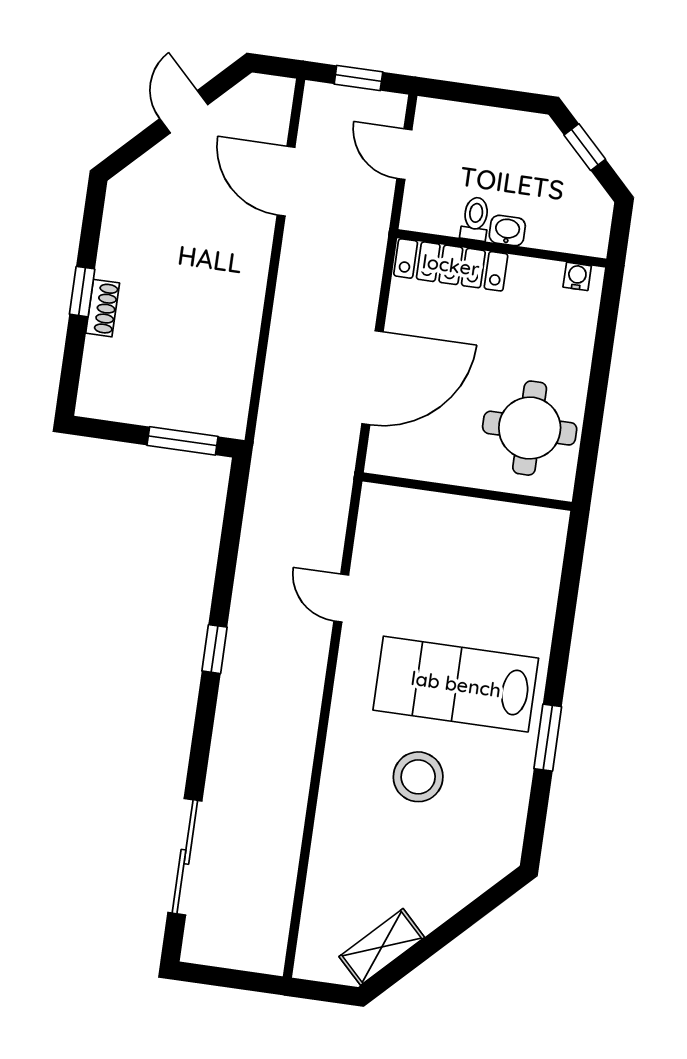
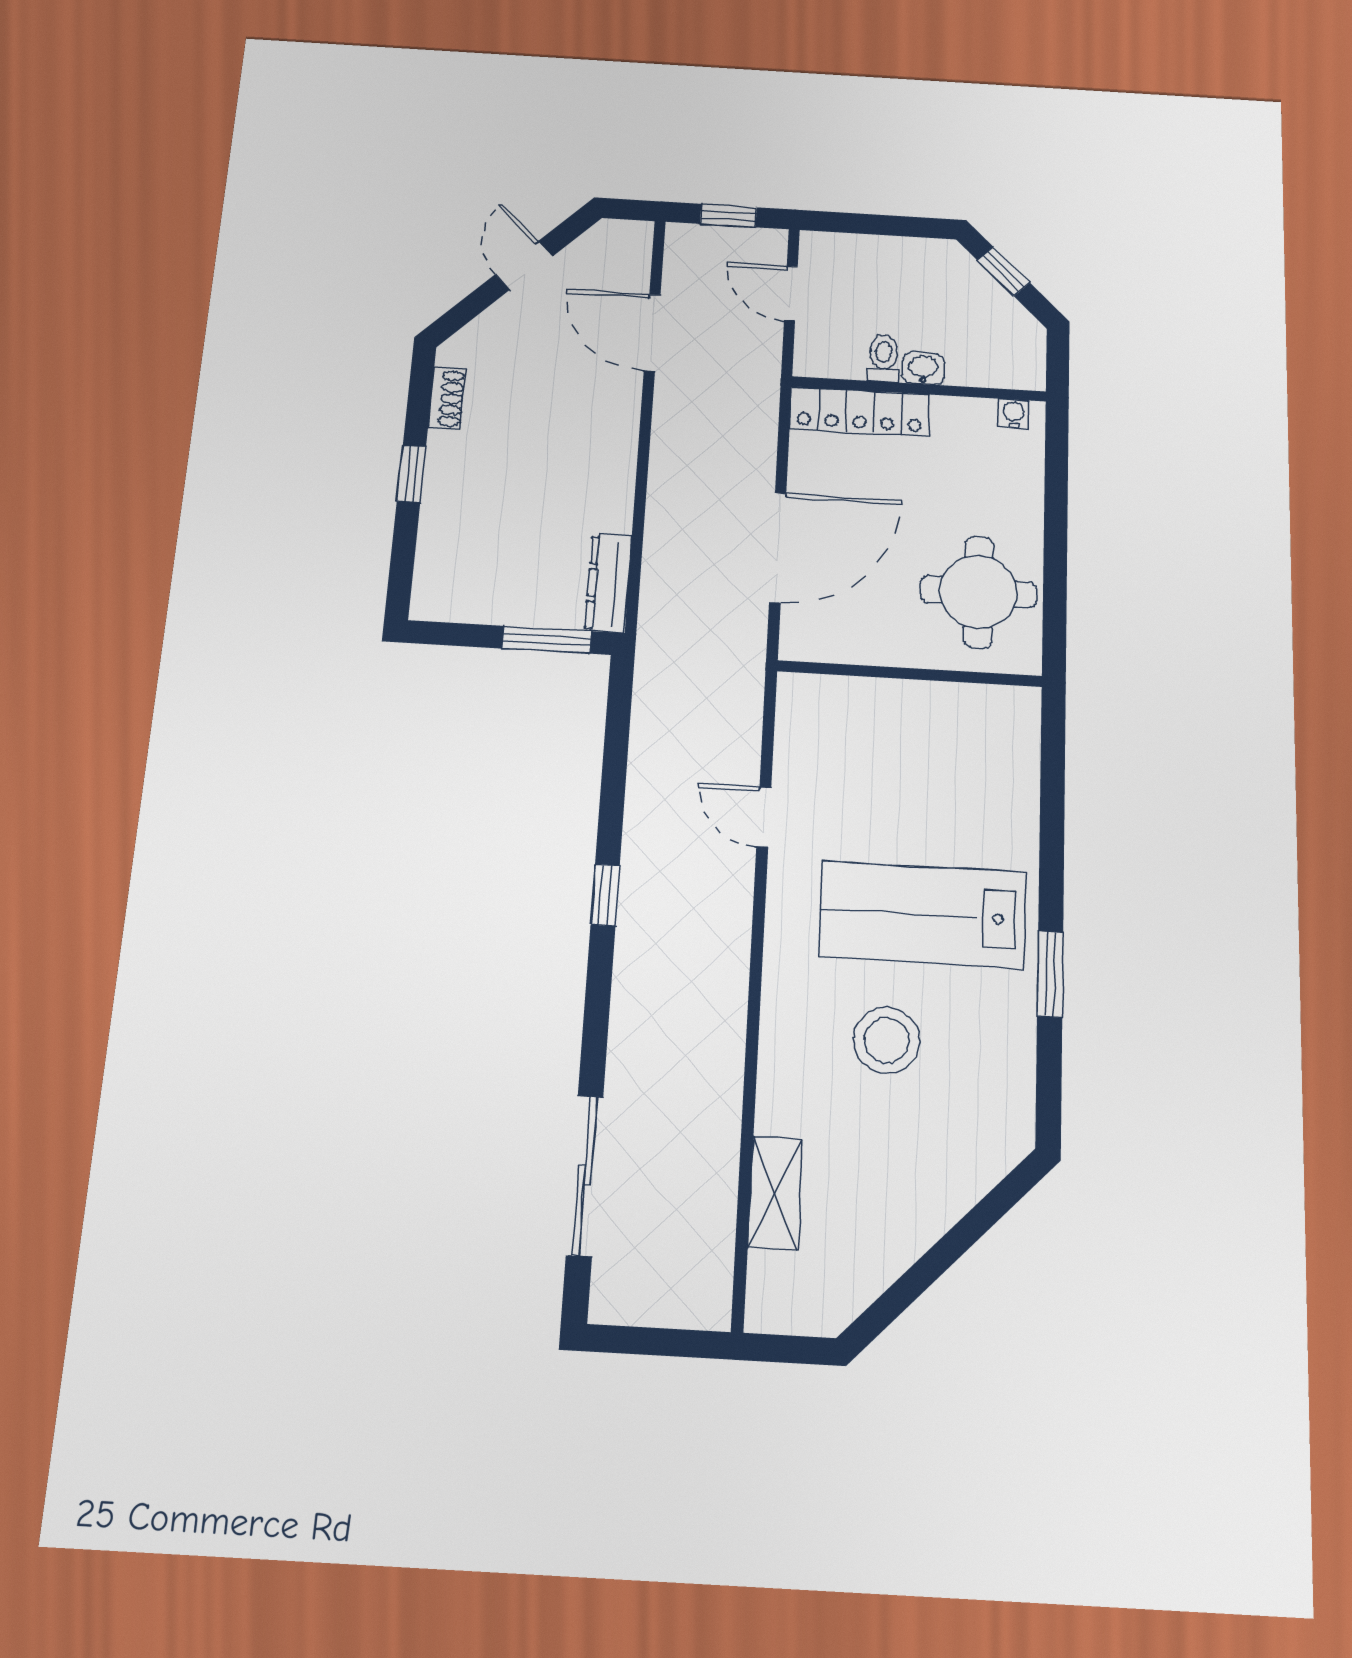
shoe rack: (103, 308) -> (447, 398), moved
dresser: (235, 397) -> (608, 583), added
shelving: (382, 947) -> (775, 1193), moved, turned -45

